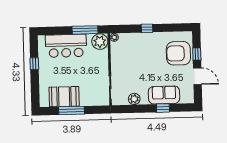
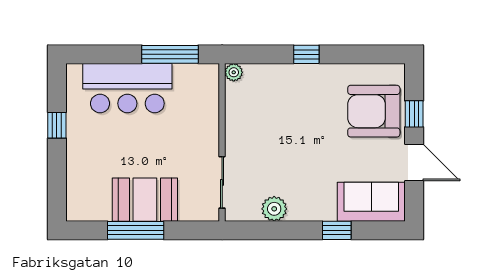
plant: (100, 42) -> (202, 81), removed
sofa: (164, 95) -> (371, 202), moved
booth: (64, 97) -> (145, 200), moved

